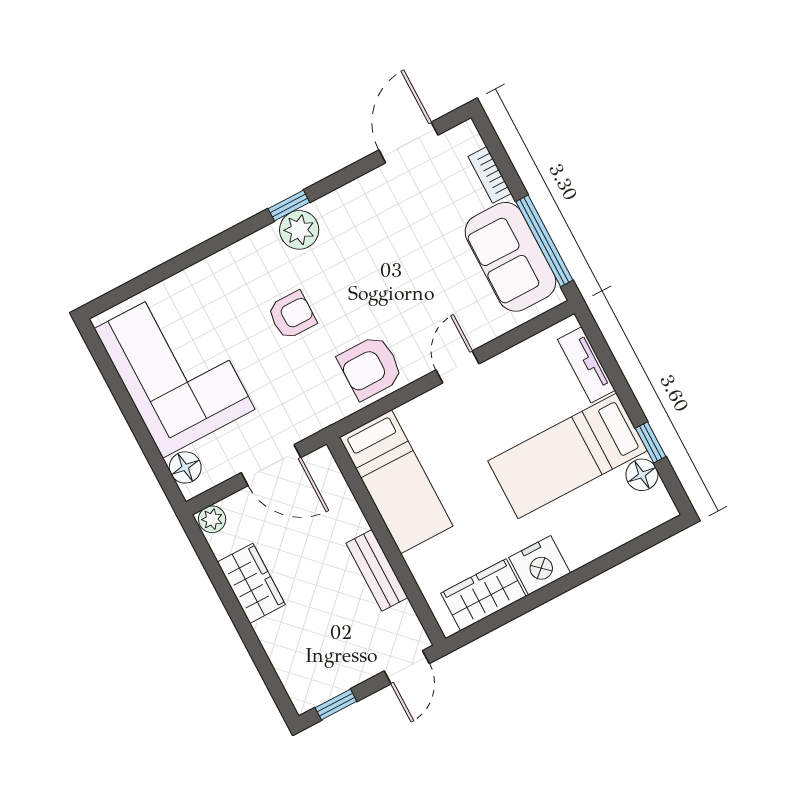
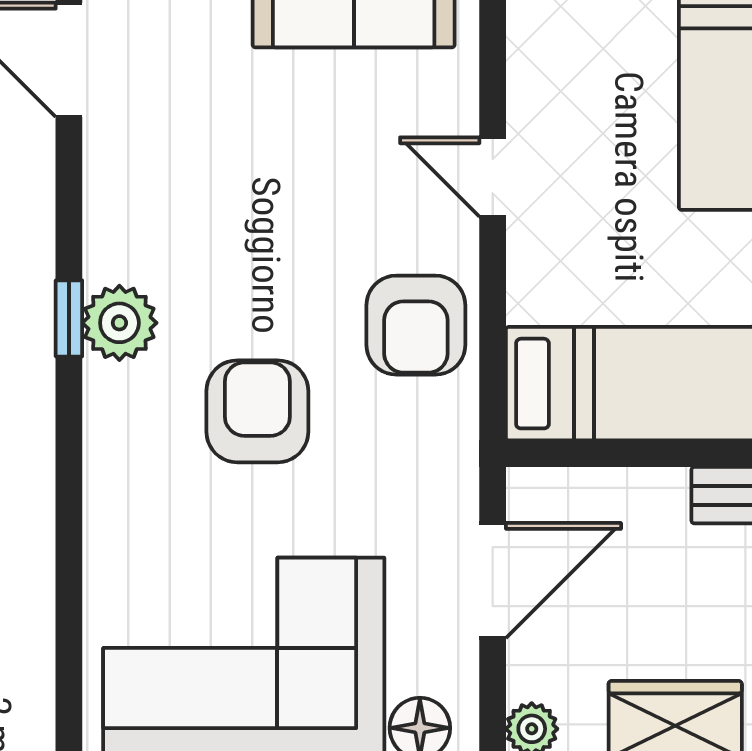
armchair: (292, 315) -> (257, 411), width x1.38, depth x1.38

